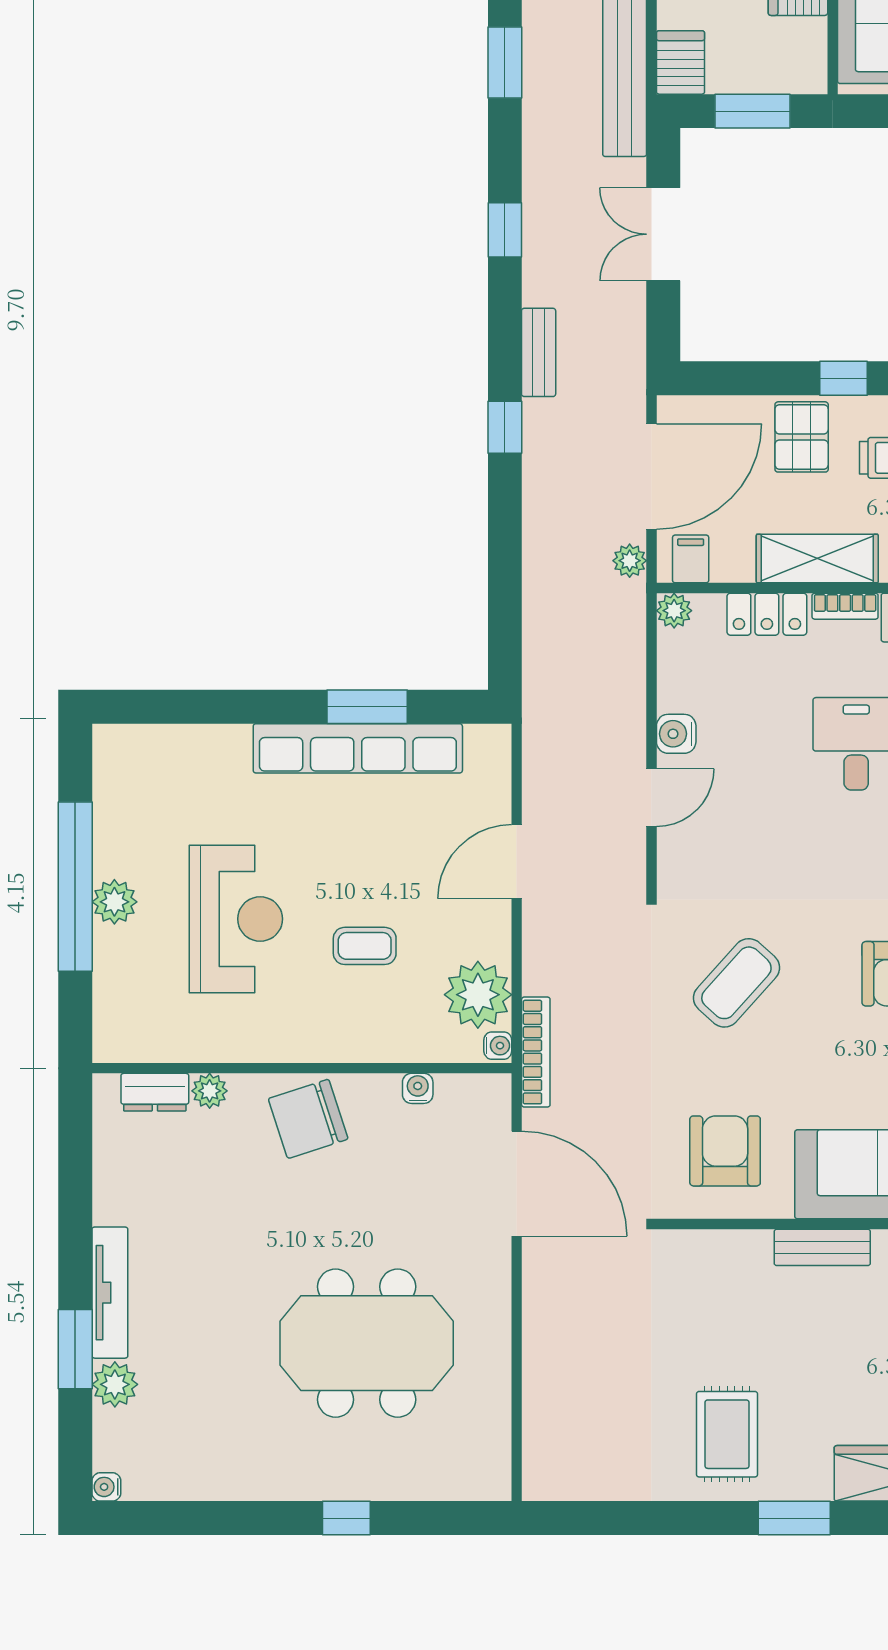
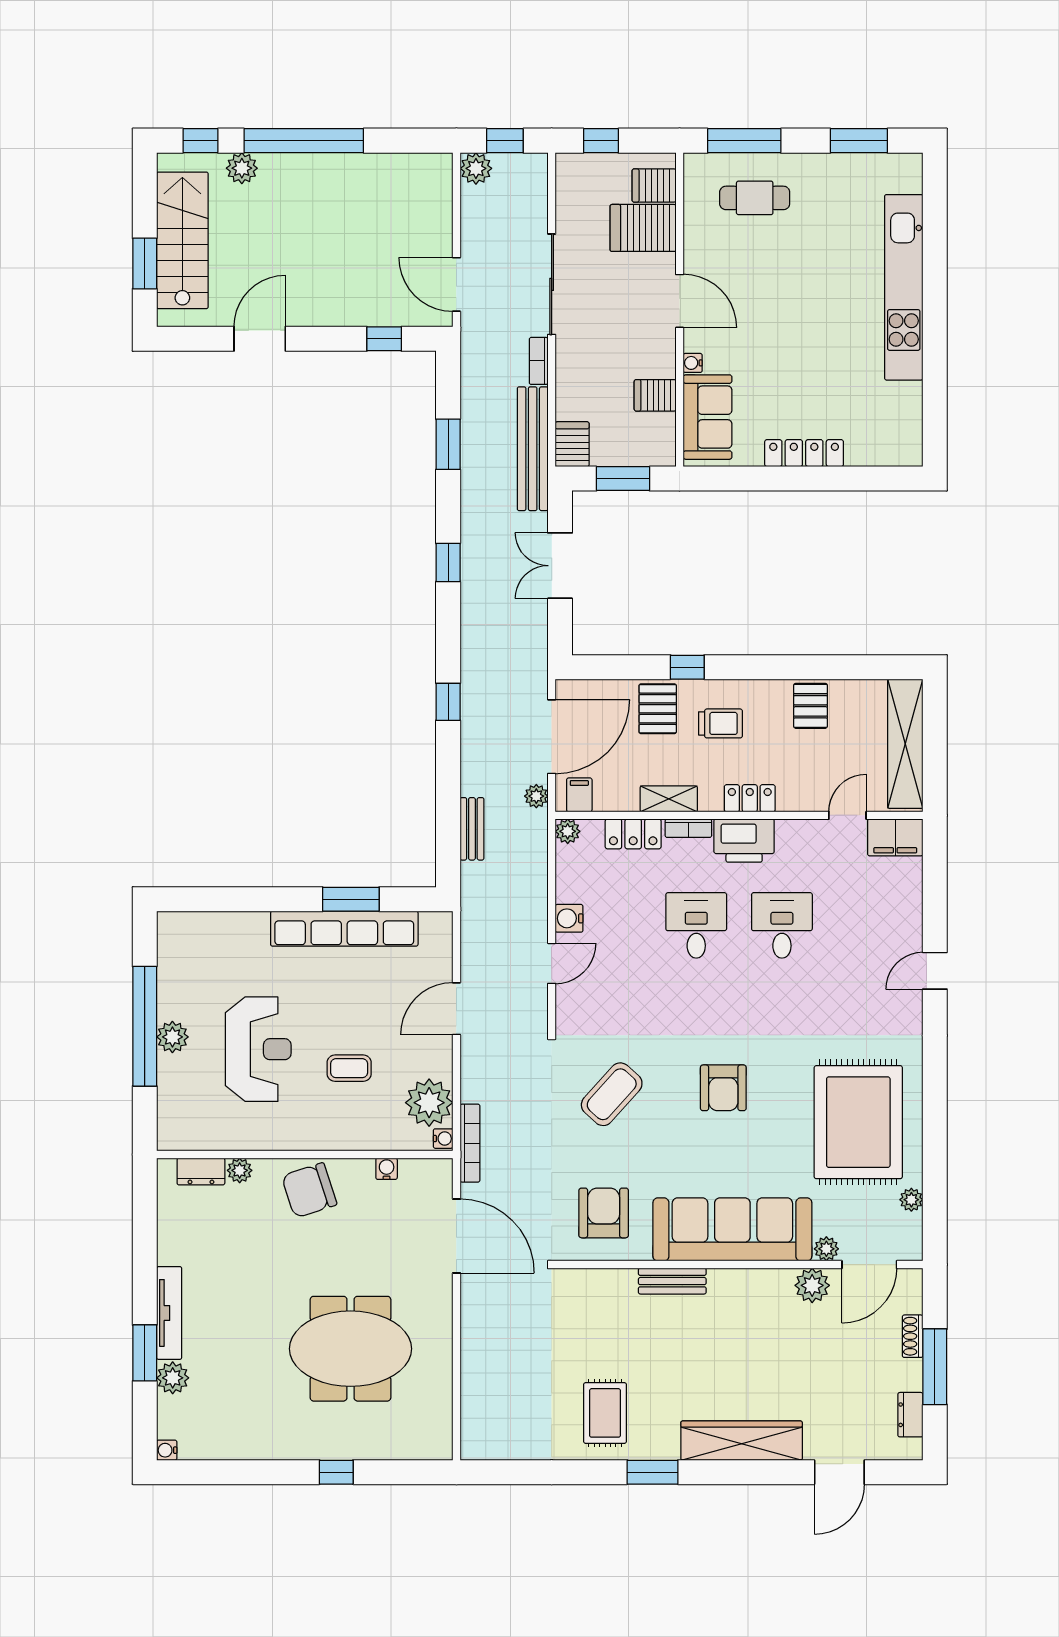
bench: (539, 352) -> (472, 829), moved
shelving: (817, 559) -> (669, 799), width x0.67, depth x0.75

